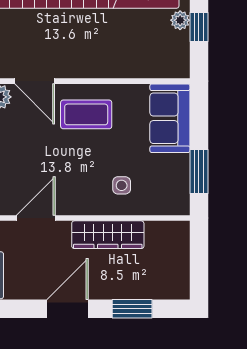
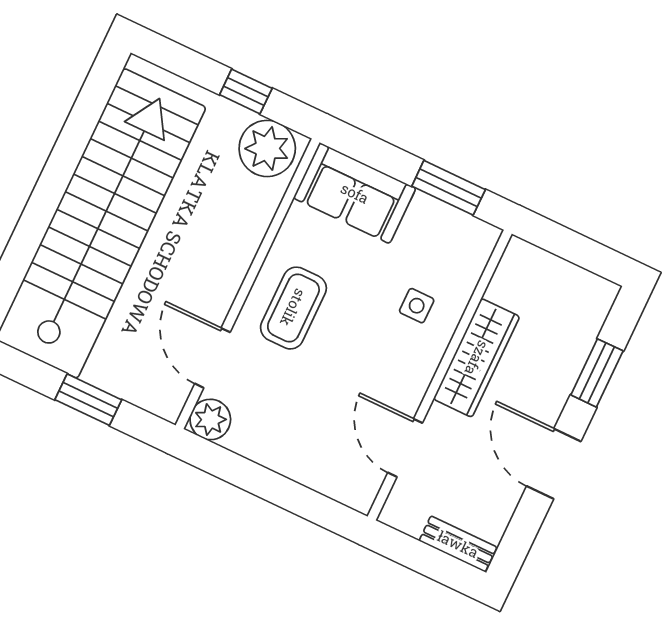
plant: (180, 20) -> (267, 148), moved, width x1.87, depth x1.87
door: (35, 81) -> (212, 358), swing flipped

